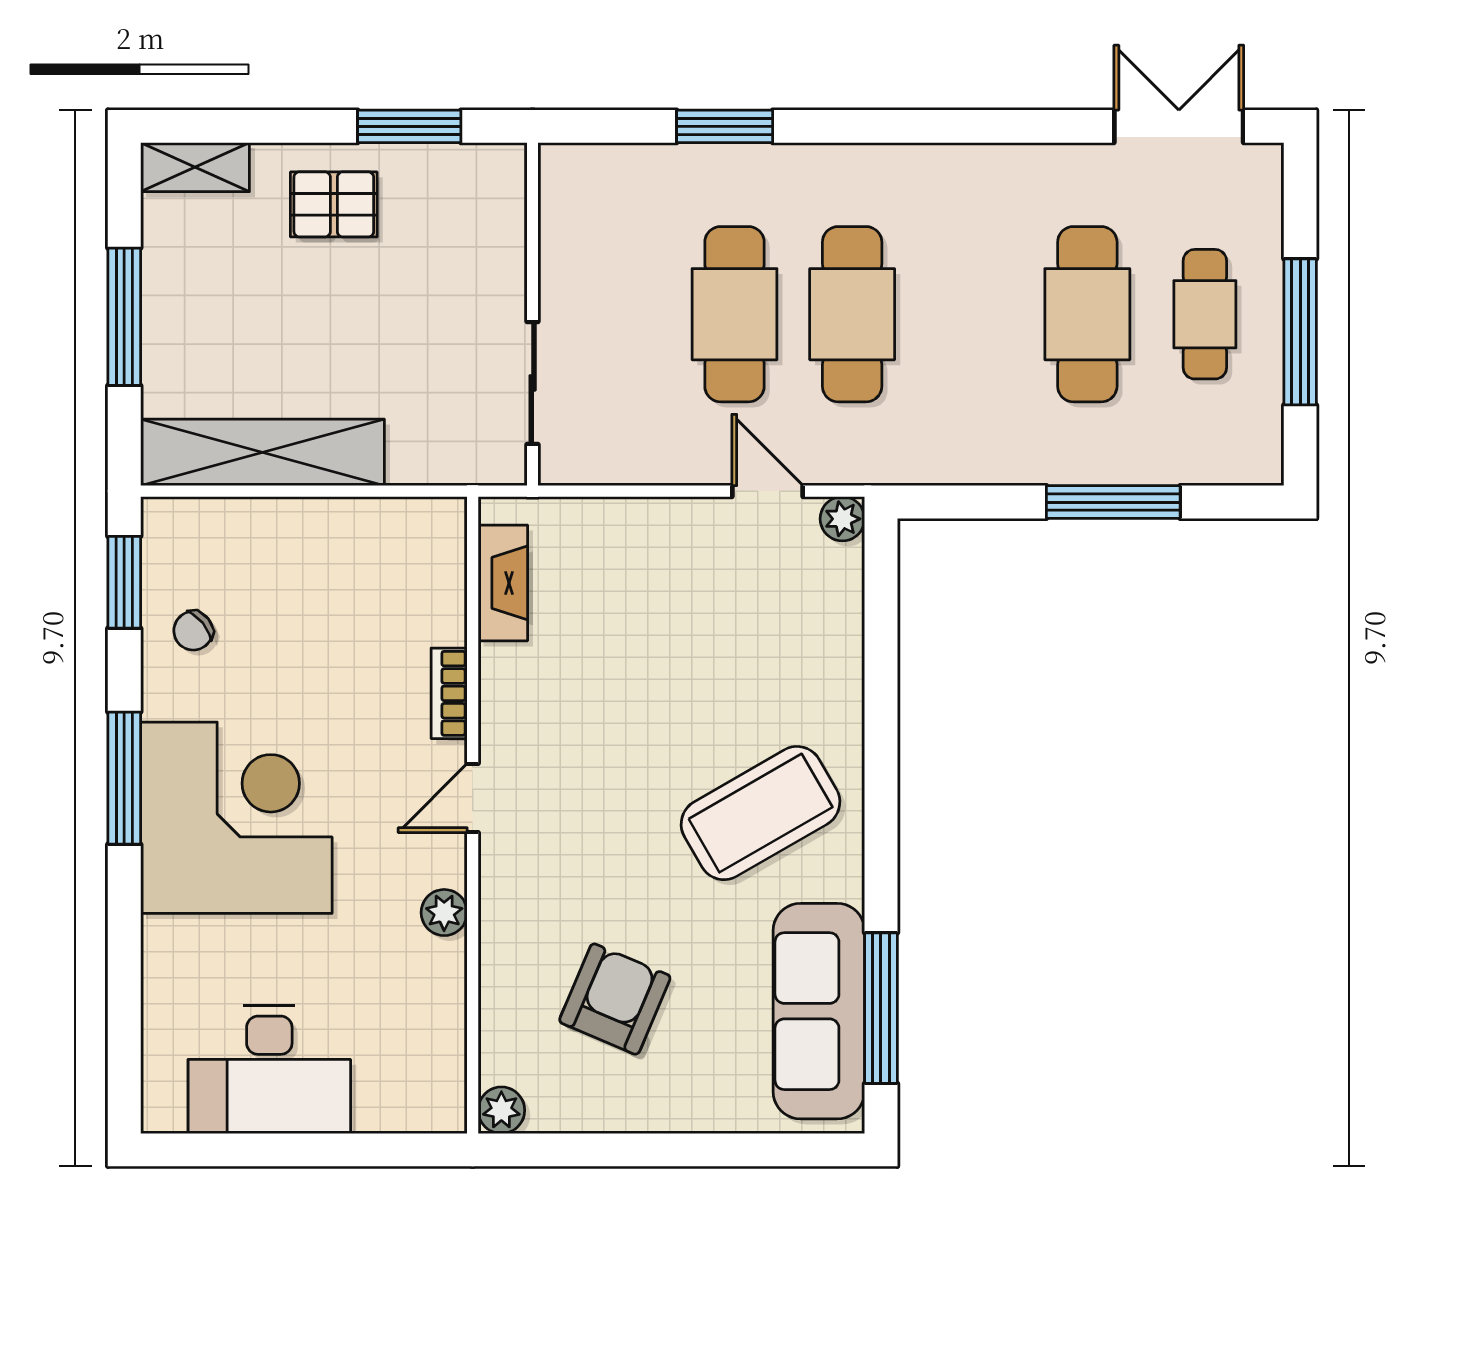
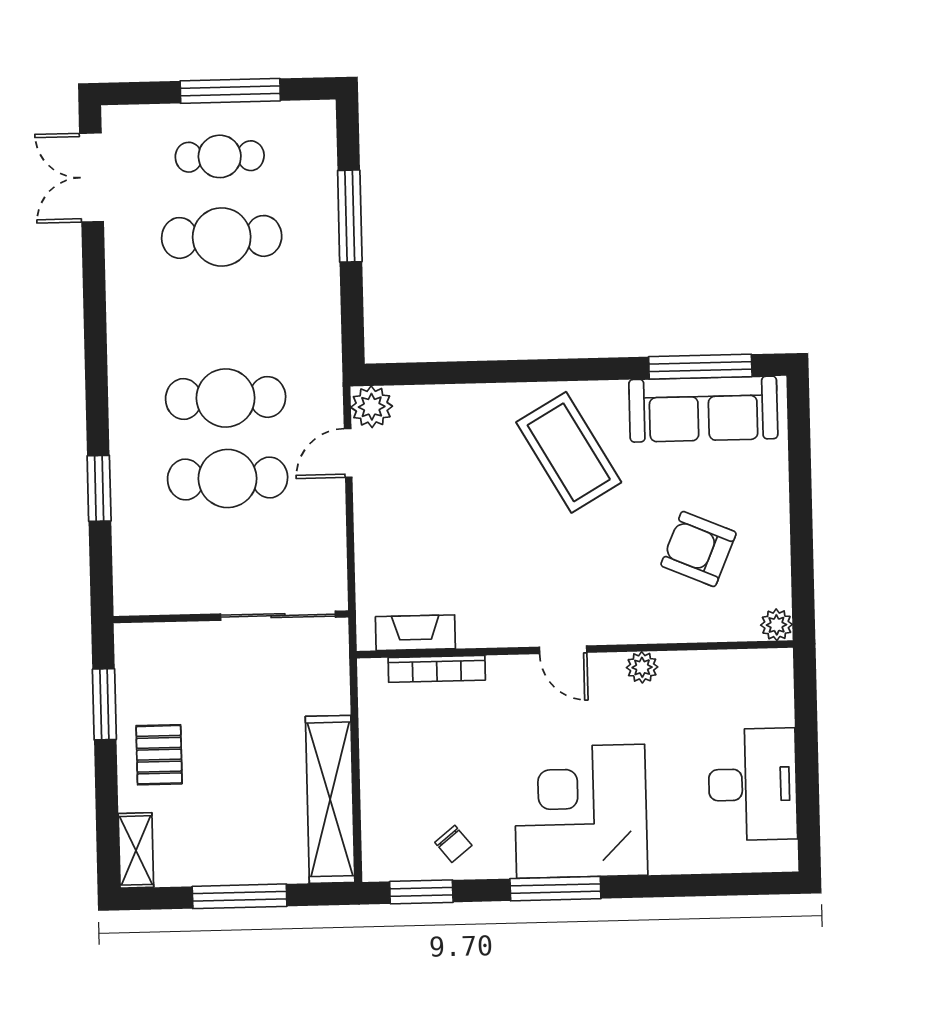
sliding door: (533, 383) -> (278, 616), width x1.37
plant: (842, 519) -> (372, 407), width x1.38, depth x1.38
bookcase: (449, 693) -> (437, 669), moved, width x1.56

